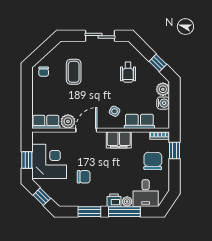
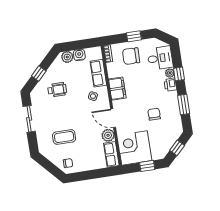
window: (158, 63) -> (39, 73), moved
window: (175, 150) -> (134, 36), moved
corner desk: (49, 161) -> (134, 148), moved
window: (124, 212) -> (179, 74), width x0.46

